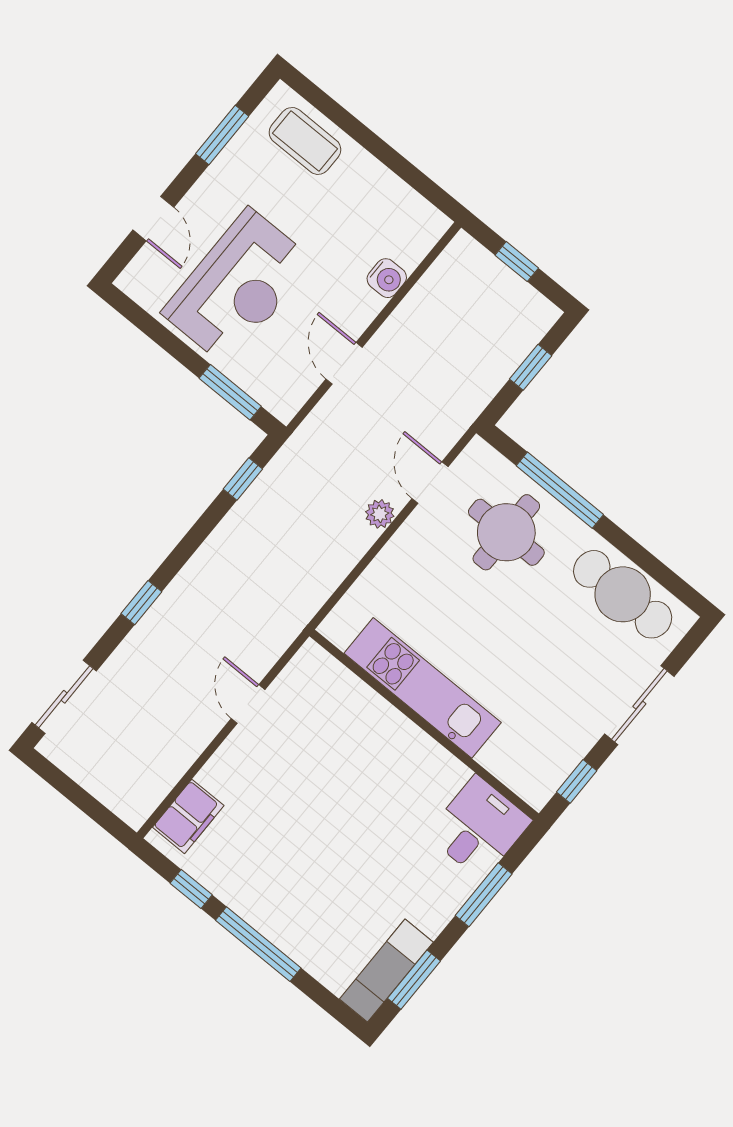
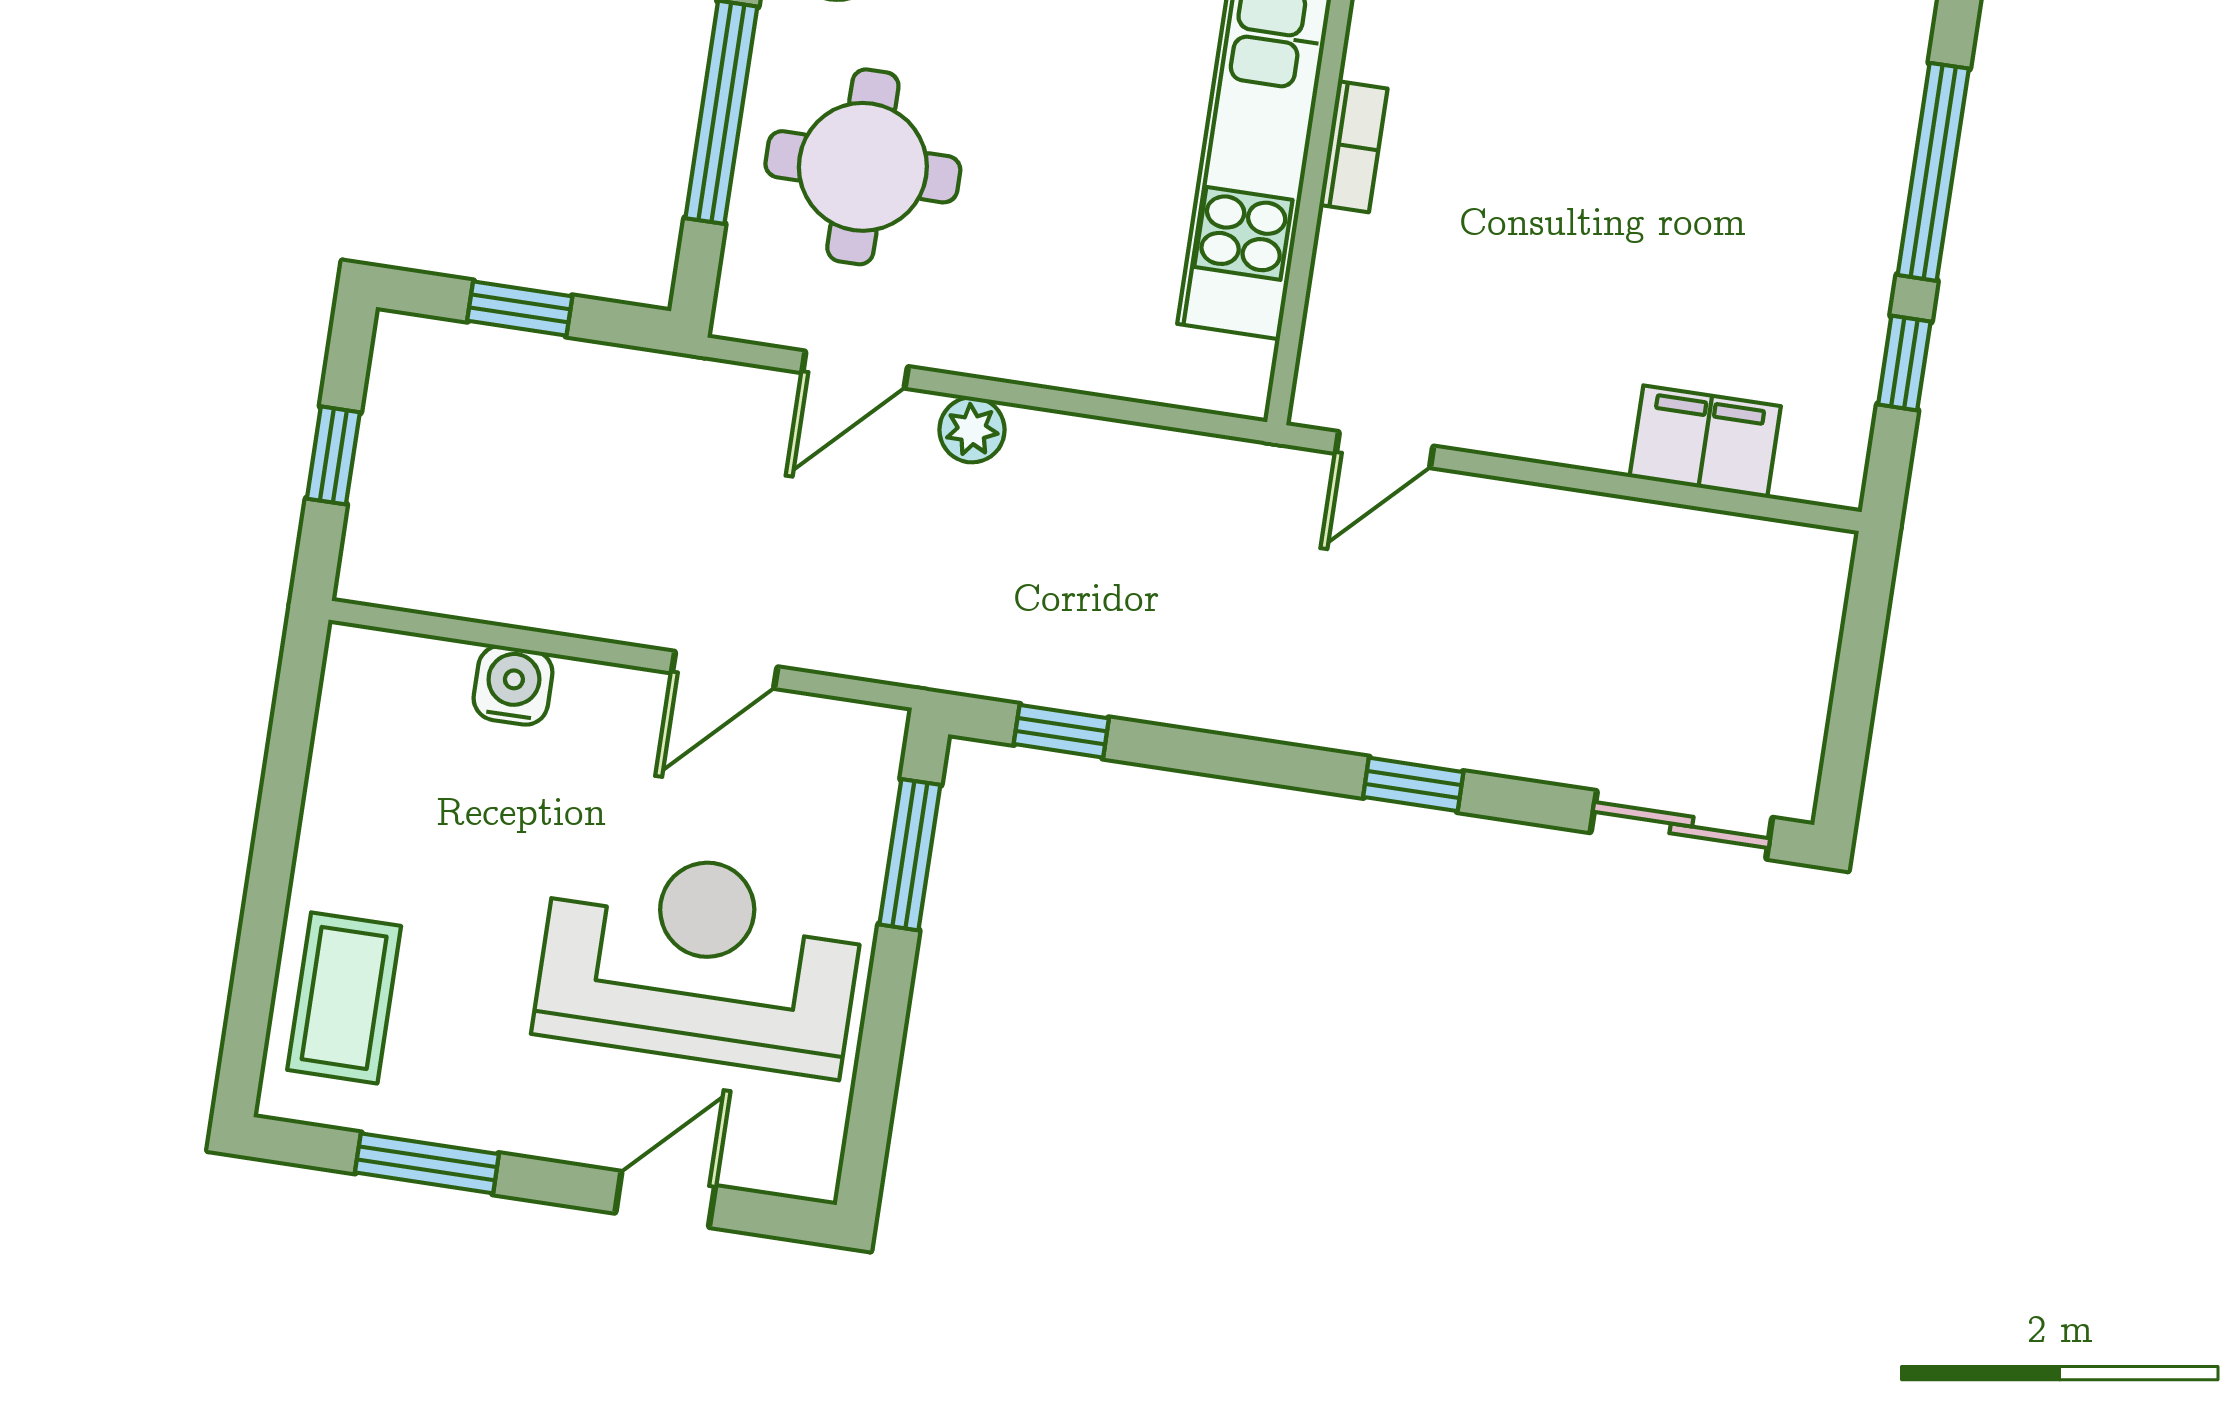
door: (248, 704) -> (1385, 450), moved
bookcase: (401, 726) -> (1353, 147), added
filing cabinet: (188, 816) -> (1705, 442), moved

